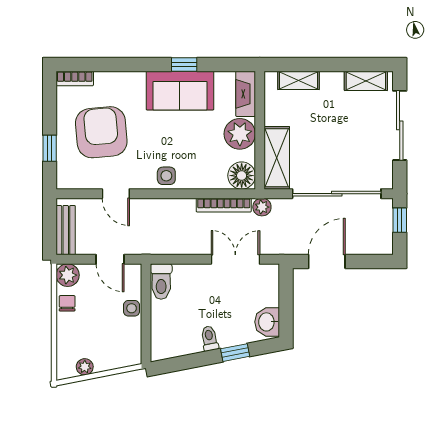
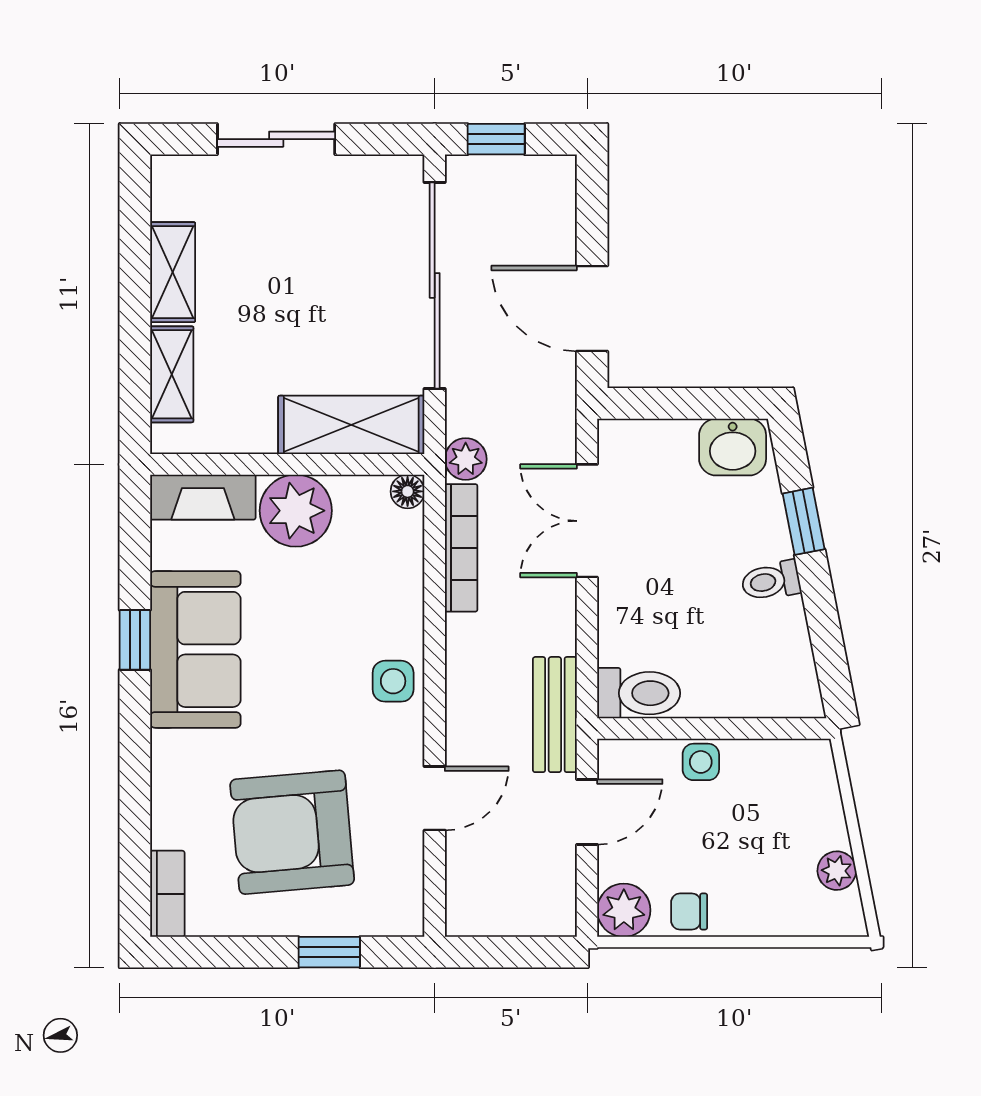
shelving: (366, 81) -> (173, 272), moved
sliding door: (400, 125) -> (276, 139), width x0.73
floor lamp: (242, 176) -> (408, 491), width x0.53, depth x0.53
bench: (66, 230) -> (555, 715), moved, turned 90

